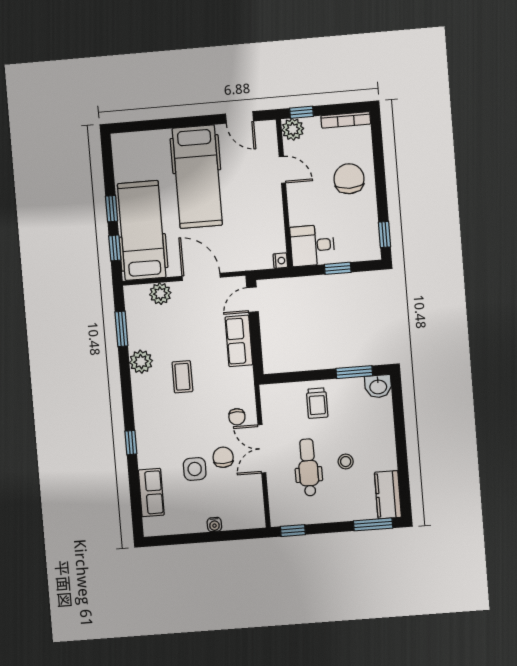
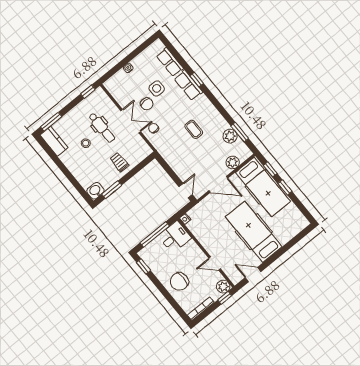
chair: (349, 179) -> (179, 281), turned 90
window: (338, 268) -> (155, 234), width x2.17
row of seats: (239, 341) -> (188, 85), moved, turned 180
plant: (141, 362) -> (230, 136), moved

